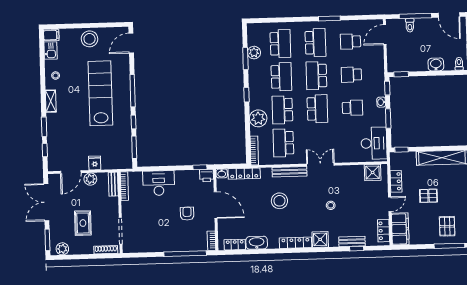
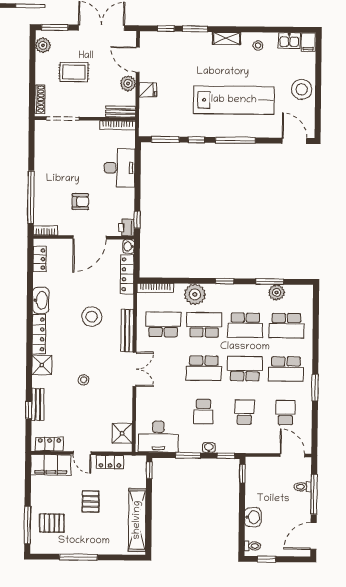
washbasin: (257, 243) -> (41, 300), moved

